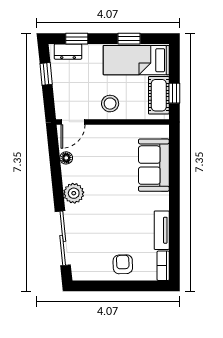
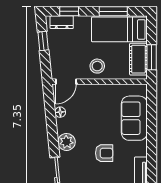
window: (129, 39) -> (113, 11), width x1.50
window: (174, 93) -> (152, 57), width x1.50
armchair: (118, 206) -> (104, 153), added

